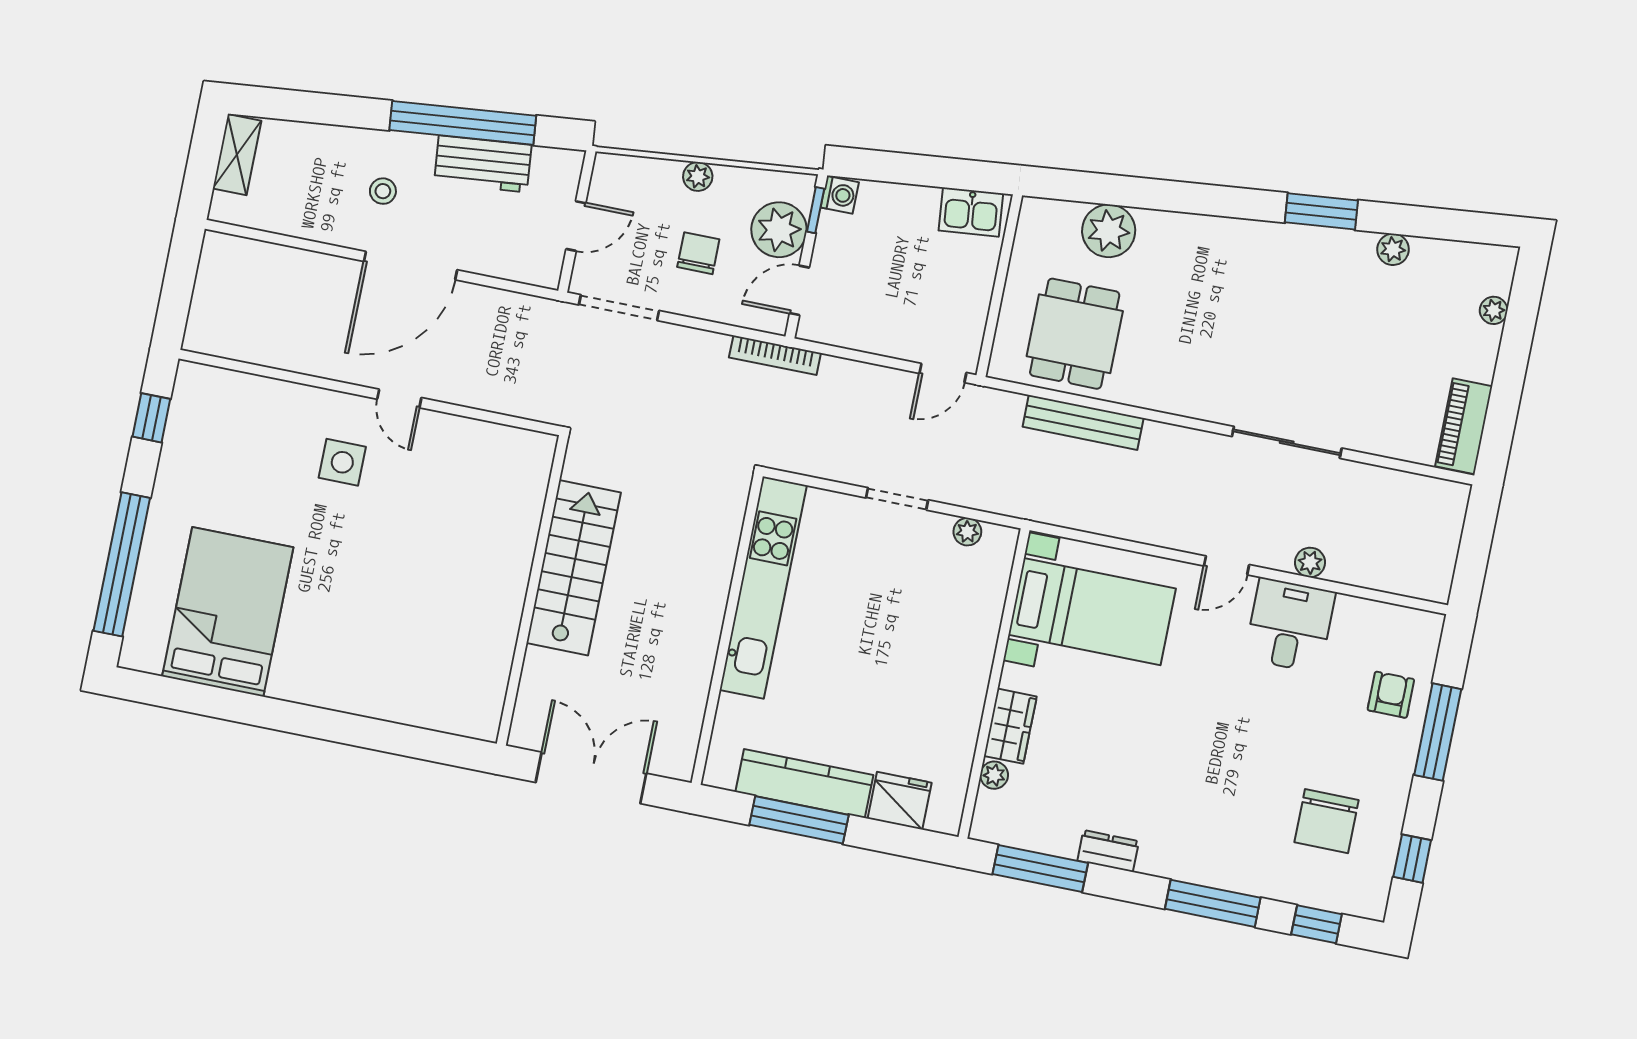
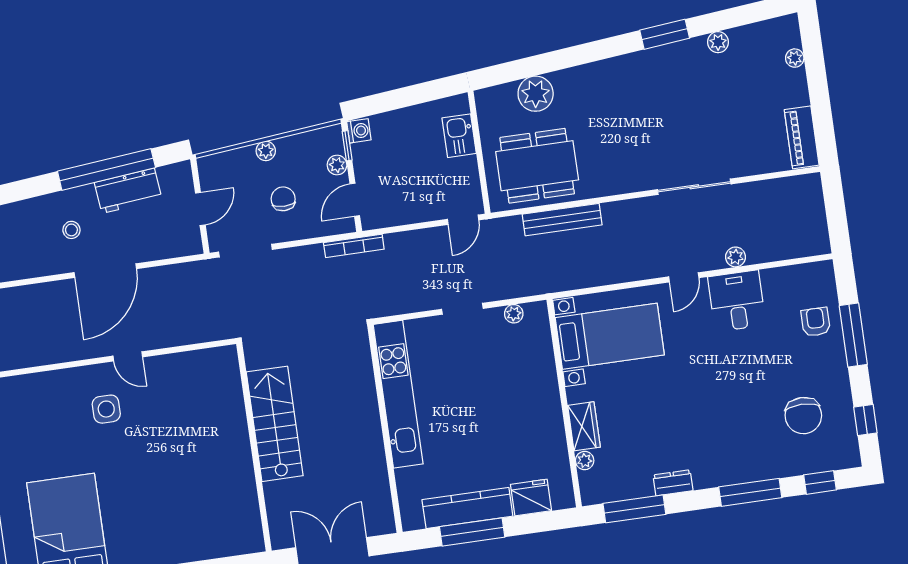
kitchen sink: (971, 212) -> (459, 136), moved, turned 96
plant: (779, 230) -> (337, 165), width x0.53, depth x0.53
dining table: (1075, 334) -> (537, 166), width x1.38

